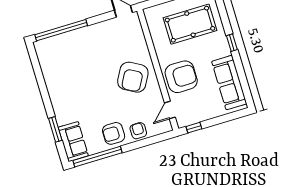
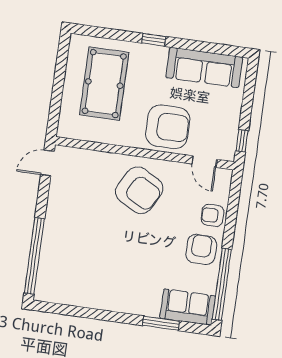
armchair: (181, 77) -> (168, 127), turned 90
armchair: (114, 133) -> (201, 249), turned 180

